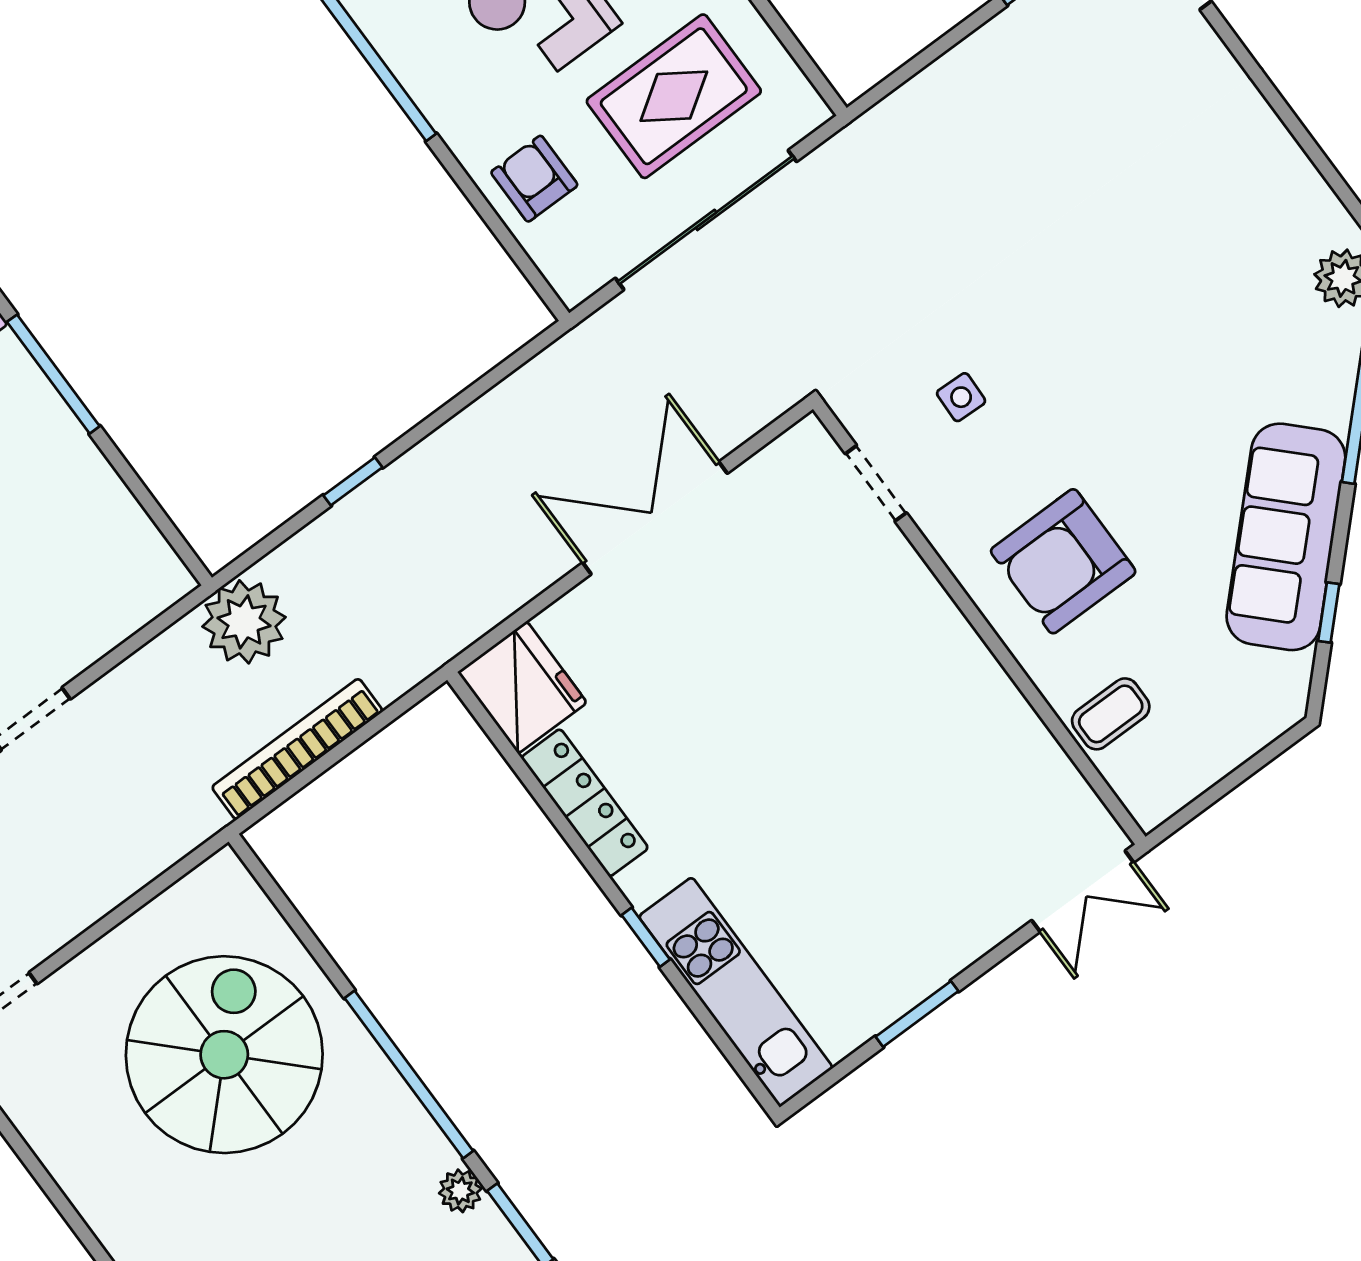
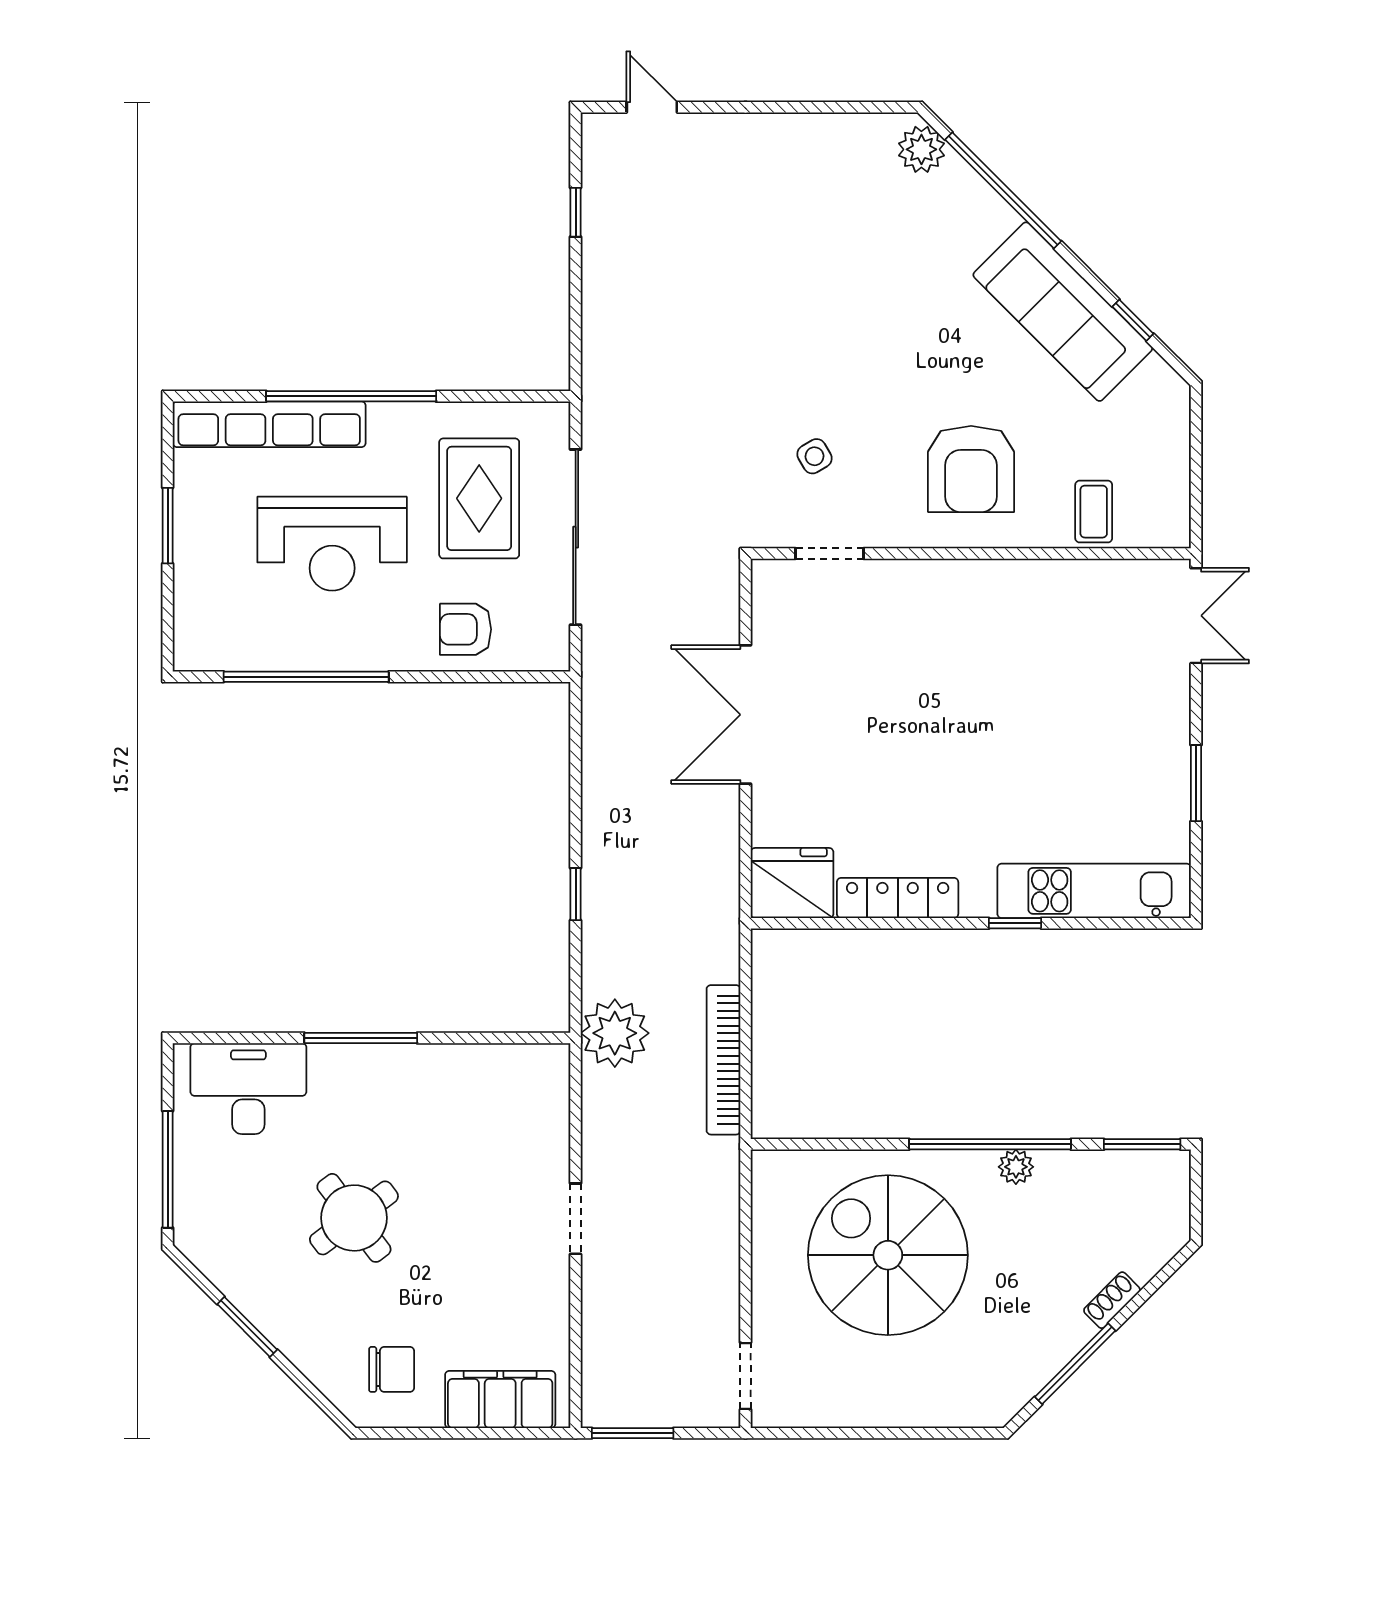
side table: (961, 397) -> (814, 456), turned -32
plant: (460, 1191) -> (1016, 1167), moved

